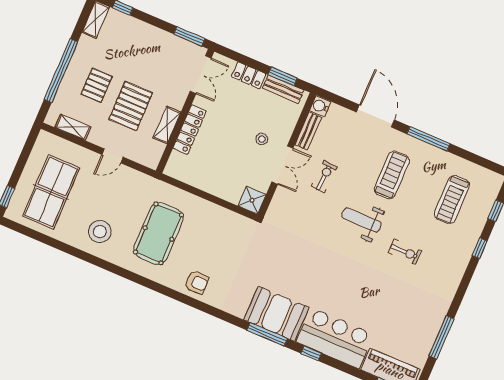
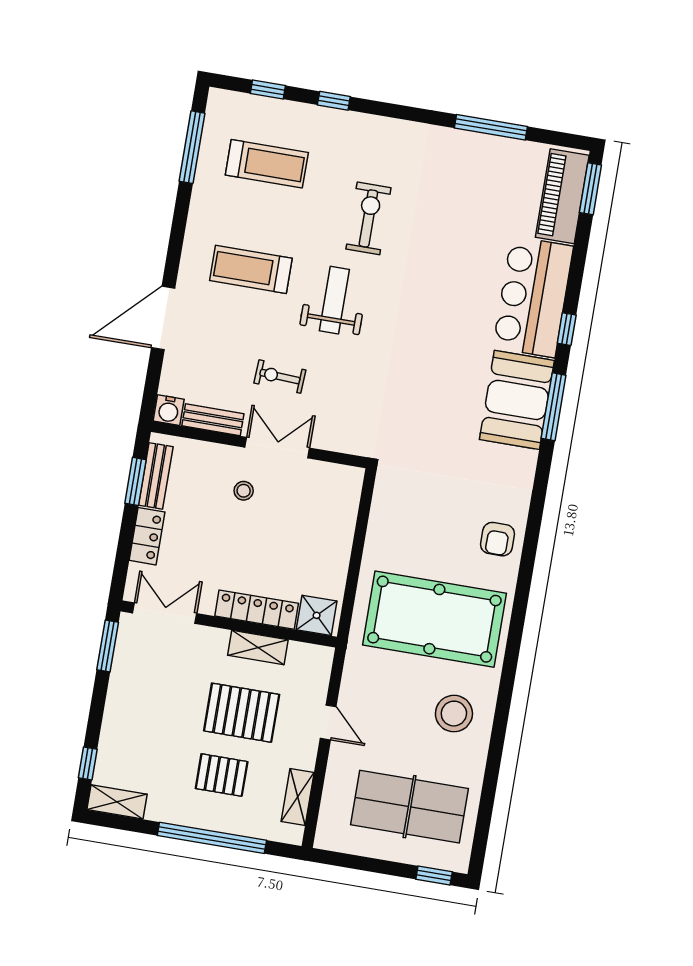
window: (428, 139) -> (192, 147), moved
shower: (252, 200) -> (317, 615), moved
weight bench: (362, 220) -> (334, 300), turned 180
pool table: (158, 233) -> (434, 619), width x1.36, depth x1.32
exercise bike: (405, 252) -> (368, 218), width x1.38, depth x1.39
armchair: (197, 282) -> (498, 539), turned 180

